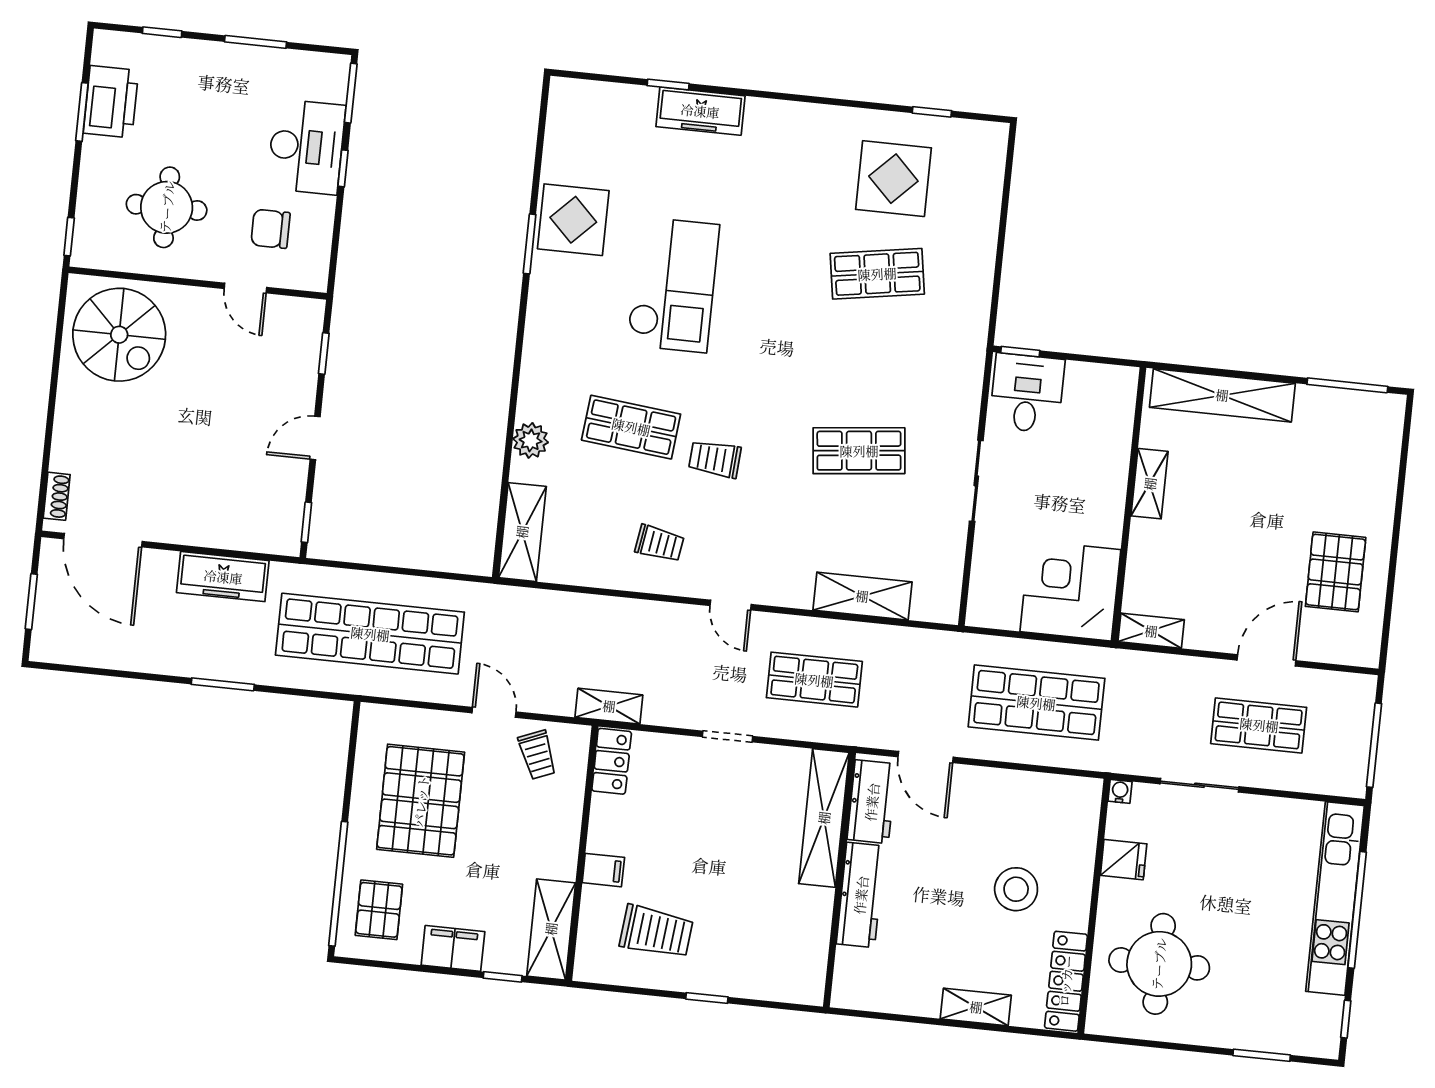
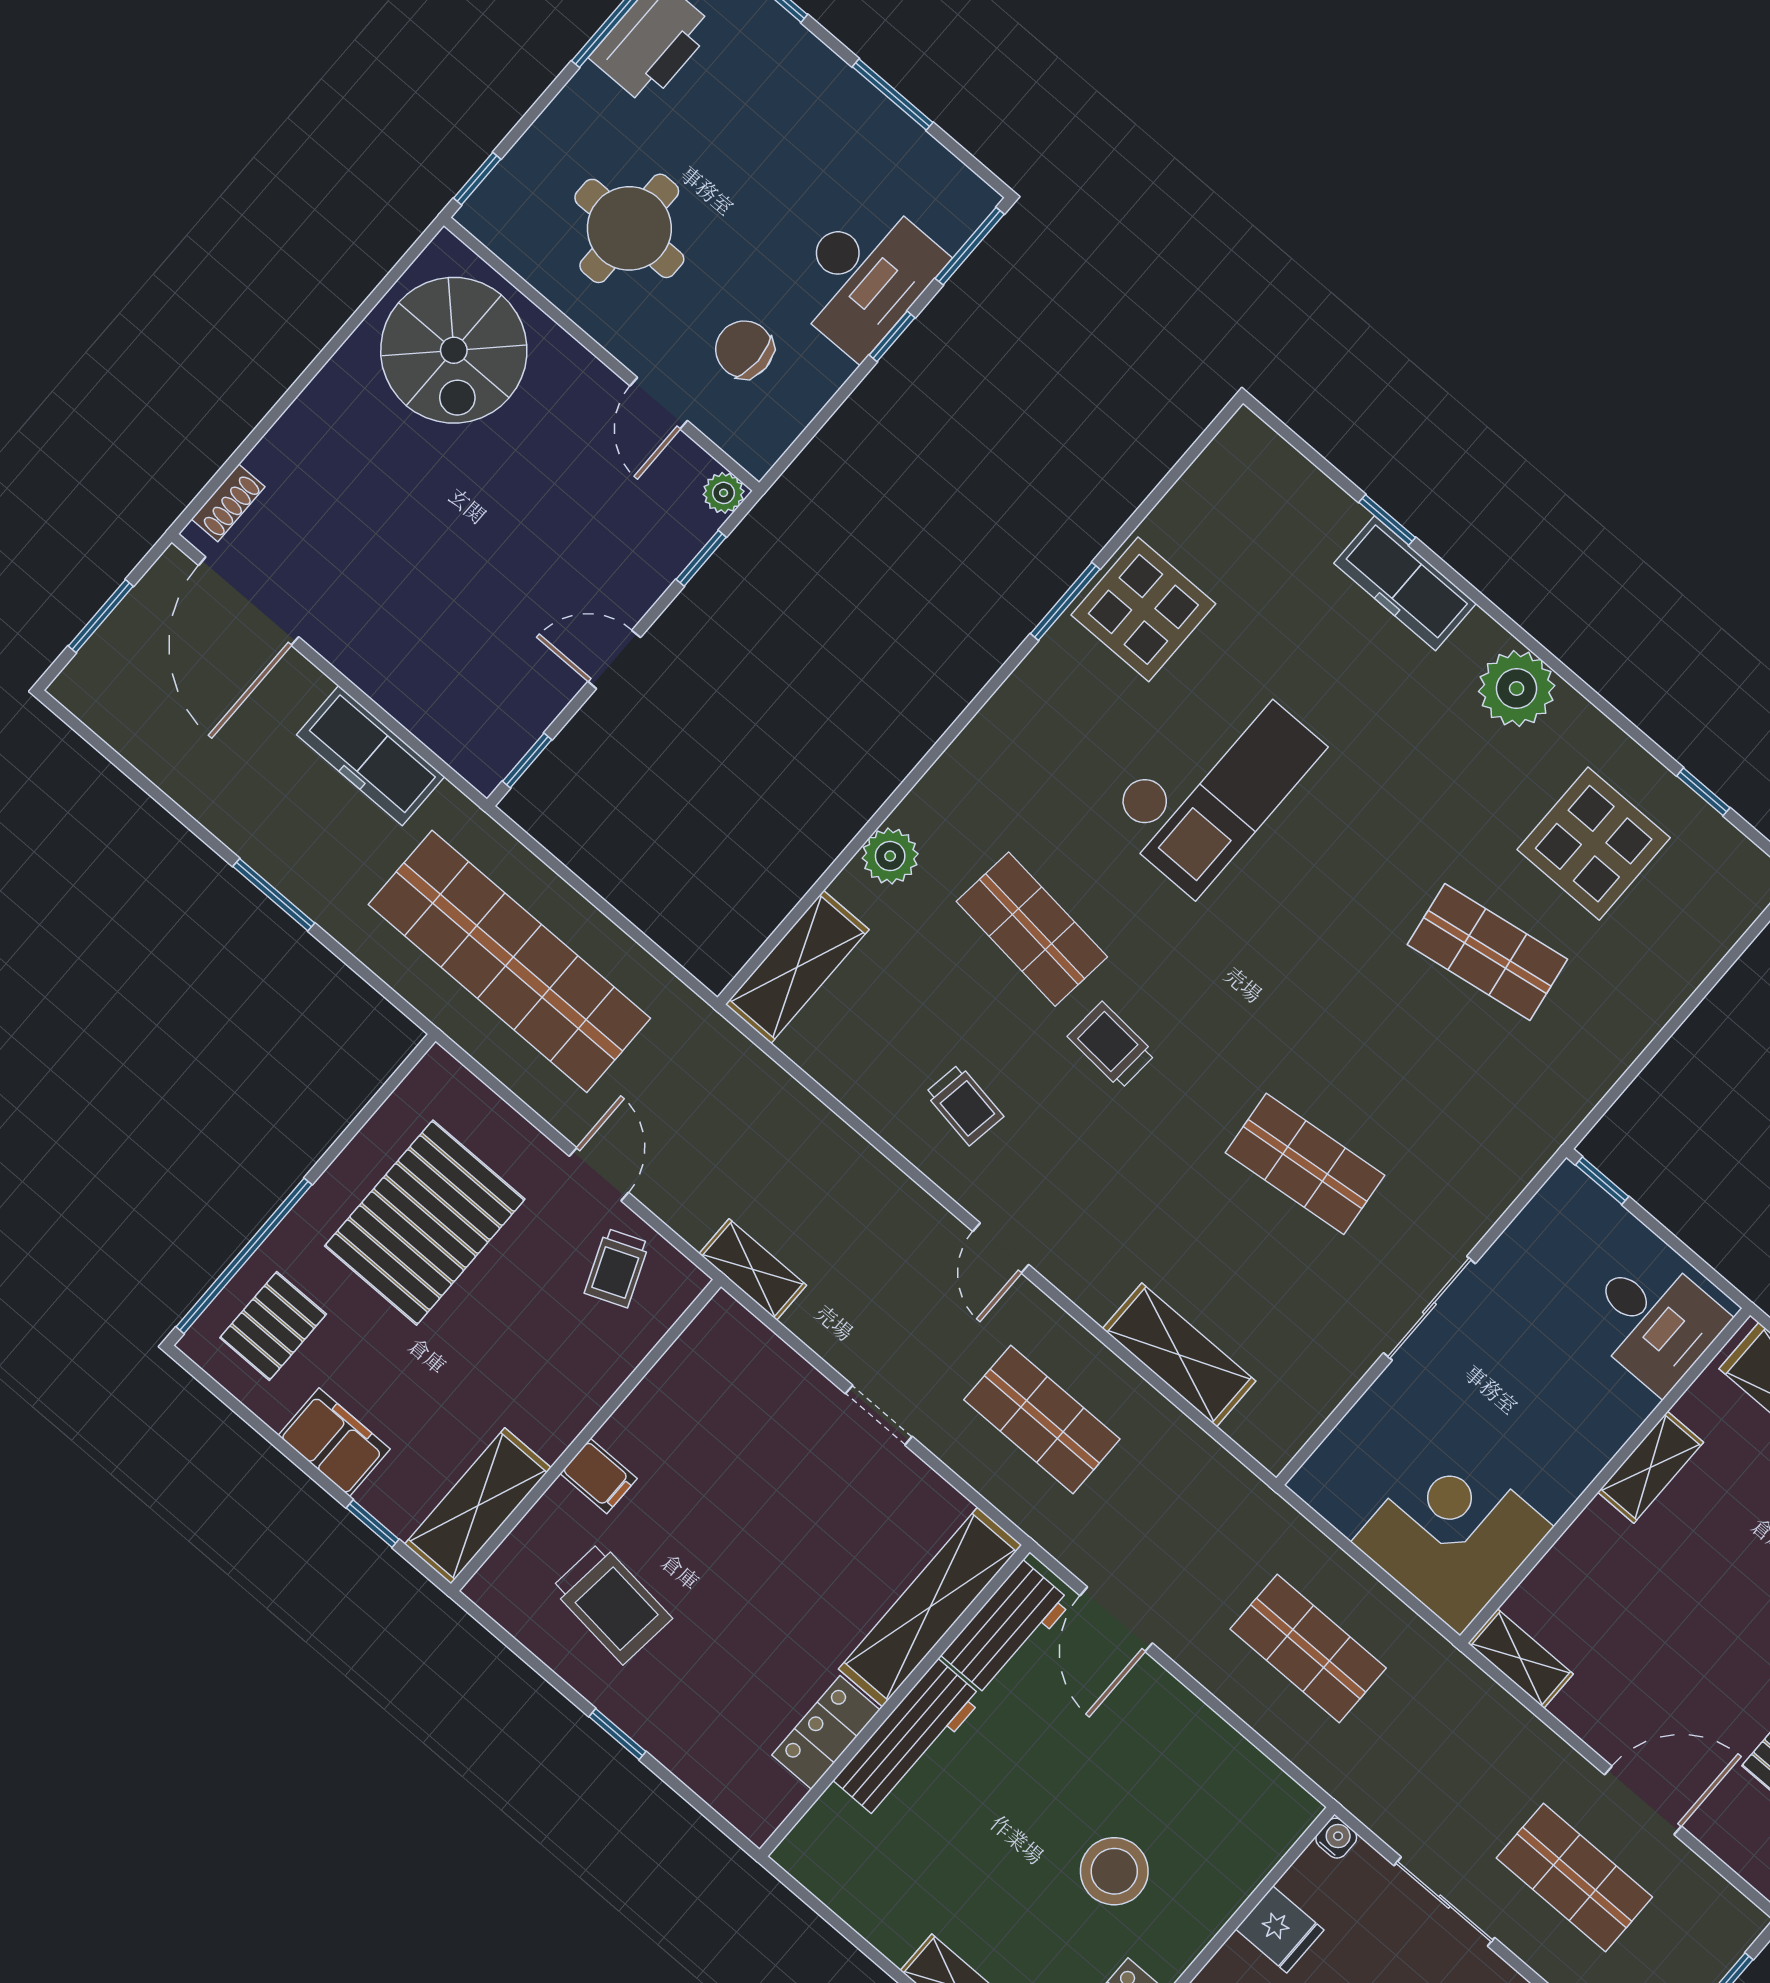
plant: (797, 126) -> (1517, 689), added
plant: (312, 311) -> (724, 493), added
desk: (1027, 393) -> (1654, 1321), moved, turned 90
shop shelf: (1036, 703) -> (1308, 1648), width x0.70, depth x0.74
locker: (612, 761) -> (826, 1732), moved, turned 180

